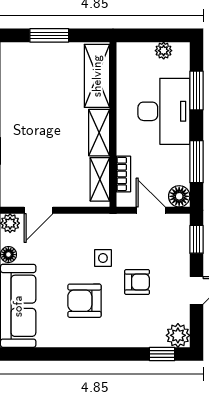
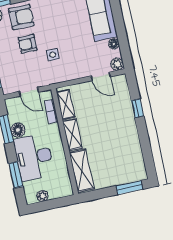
window: (49, 35) -> (129, 187), moved
floor lamp: (179, 196) -> (18, 130), moved
door: (39, 210) -> (101, 76), swing flipped
armchair: (84, 301) -> (21, 17), moved

